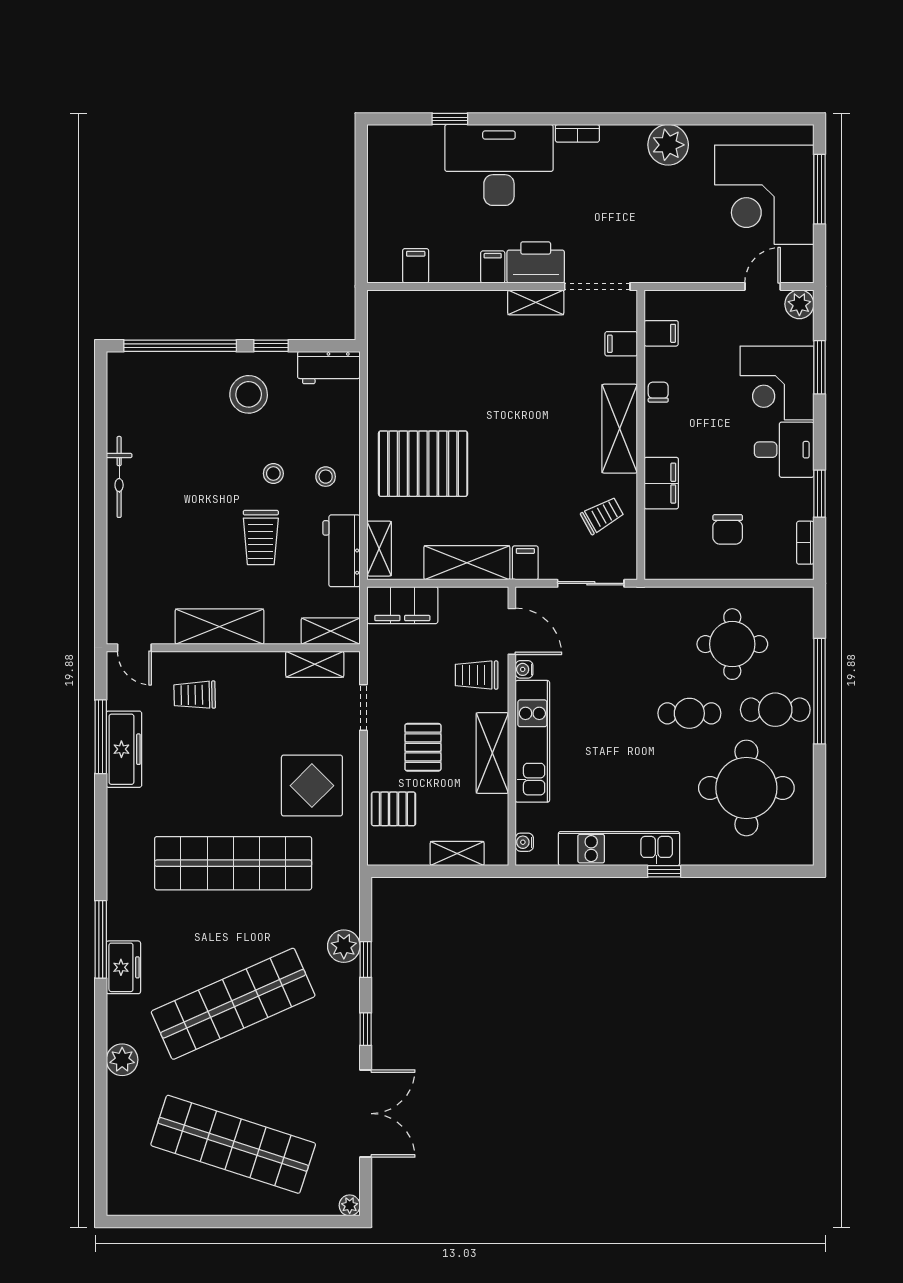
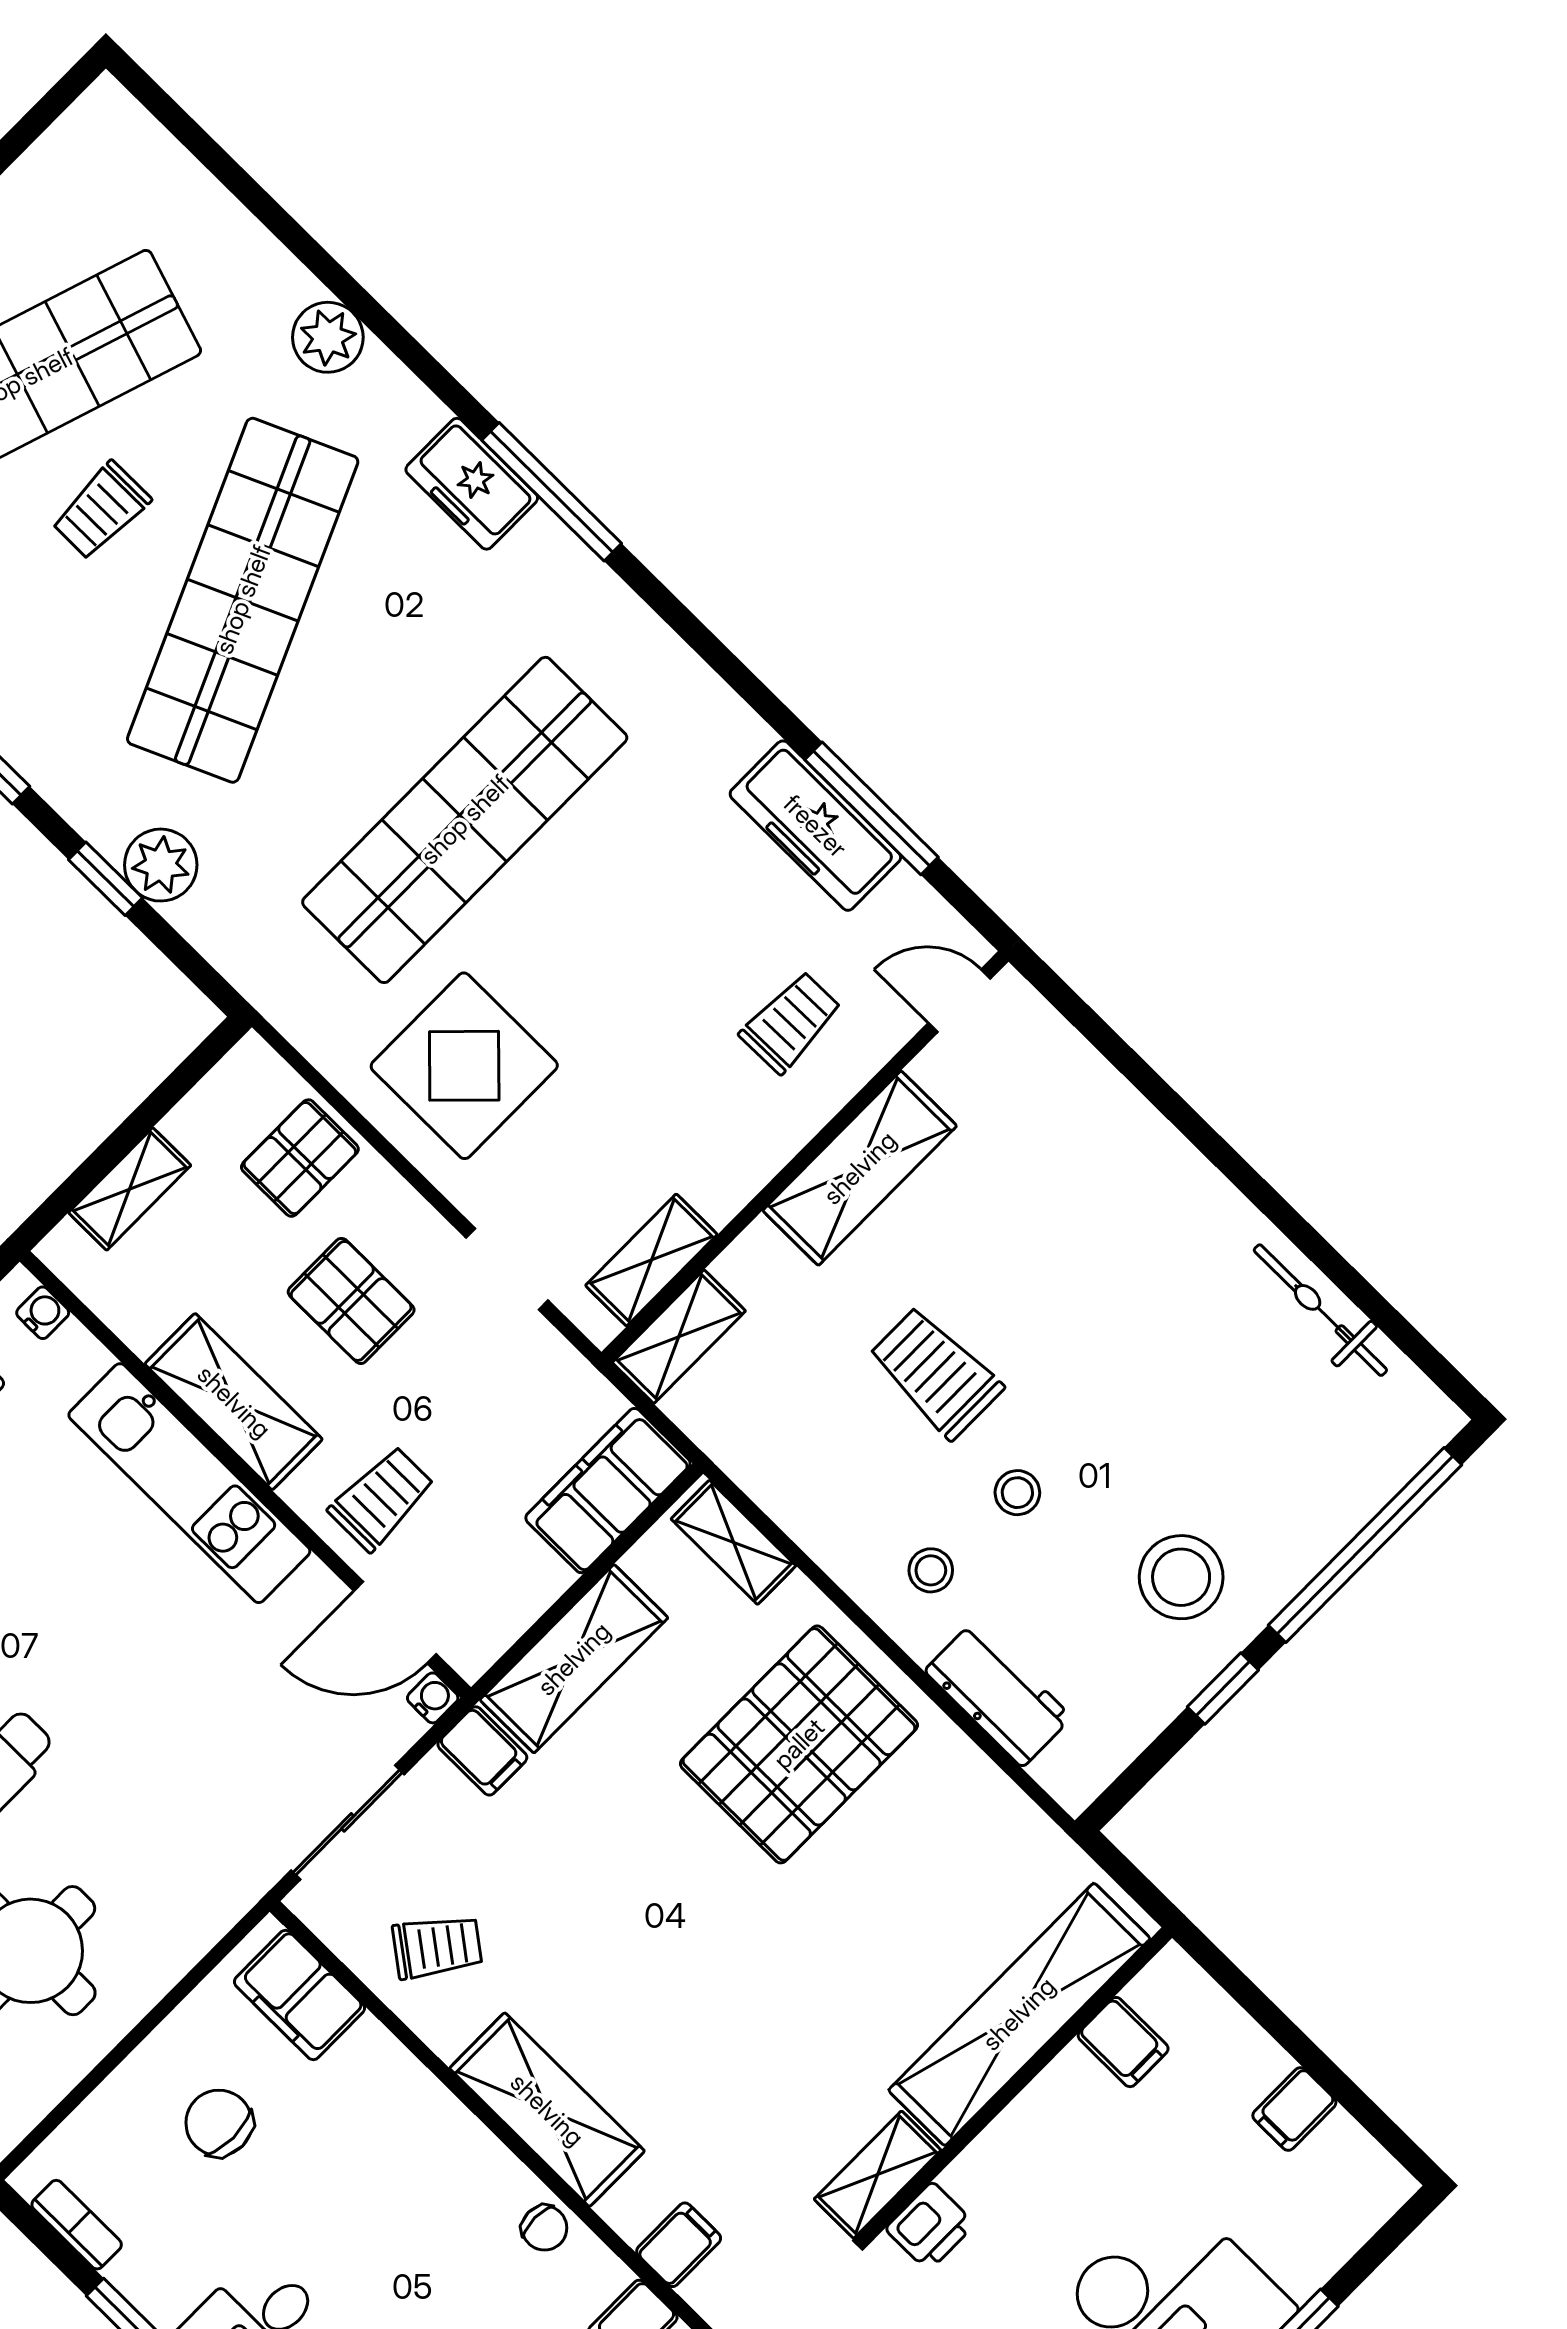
printer: (536, 262) -> (930, 2226), width x0.53, depth x0.68
filing cabinet: (493, 267) -> (1294, 2109), moved, turned 90
shelving: (440, 308) -> (1019, 2014), added
workbench: (329, 368) -> (998, 1694), moved, turned 90
bicycle: (119, 477) -> (1320, 1310), moved
filing cabinet: (661, 483) -> (299, 1995), moved
trolley: (602, 515) -> (437, 1947), turned -114
workbench: (342, 551) -> (789, 1479), removed
water cooler: (524, 669) -> (433, 1698), moved
trolley: (249, 1077) -> (101, 511), added

